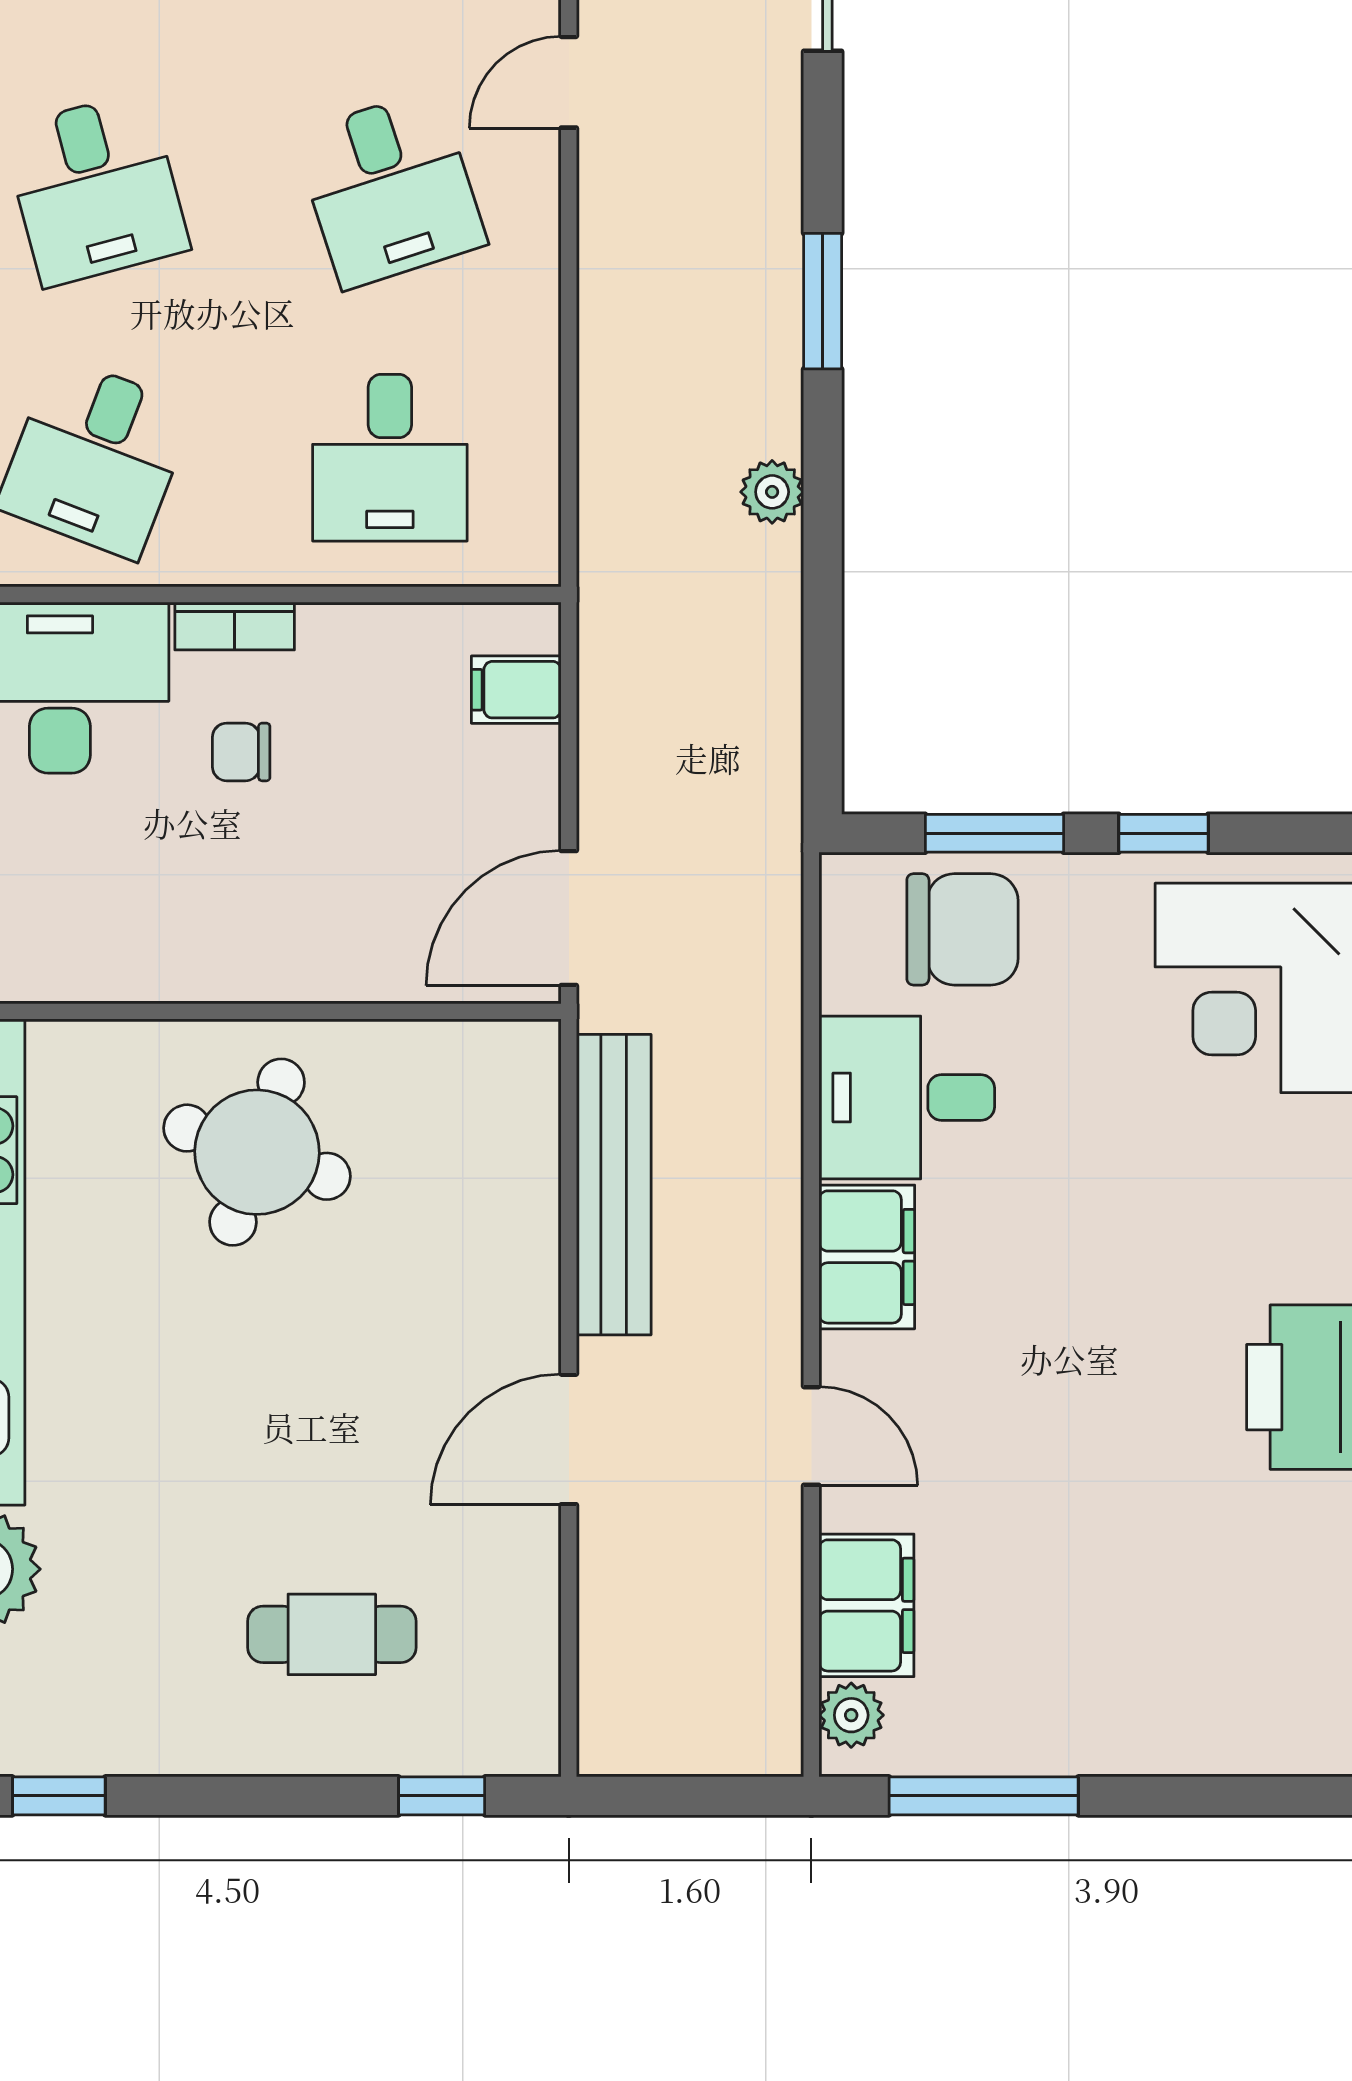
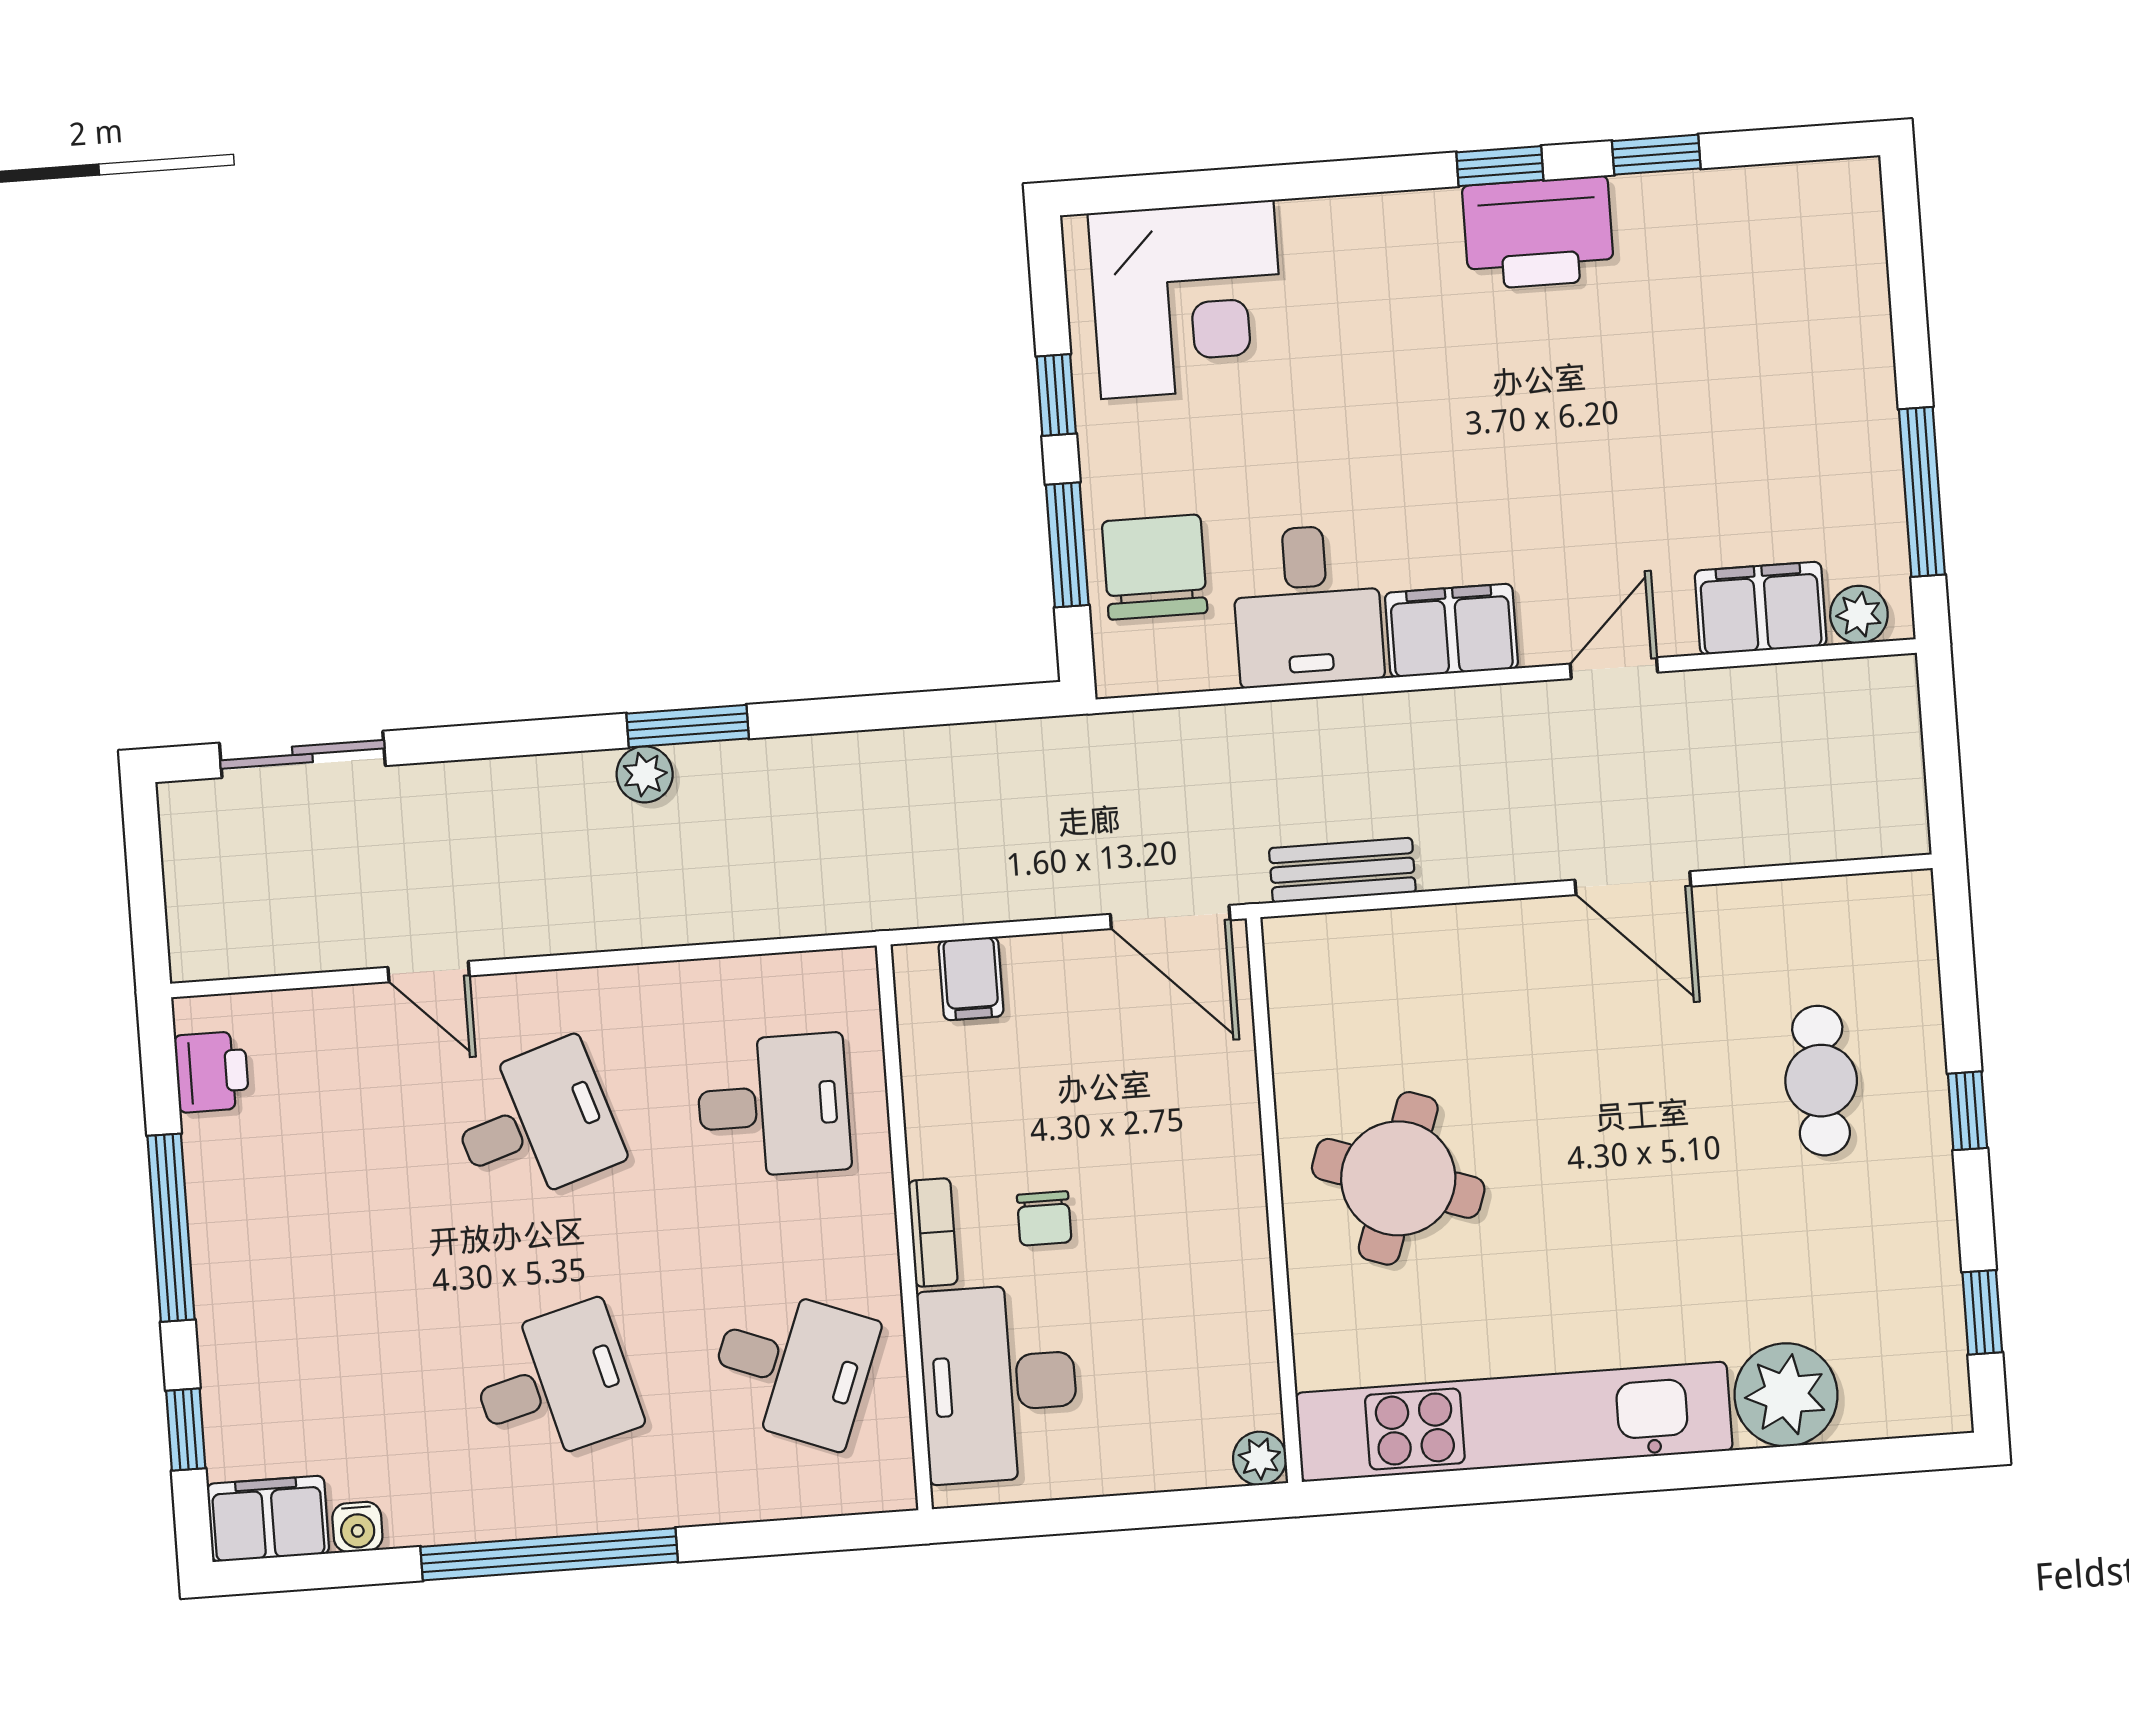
window: (823, 301) -> (688, 726), moved
plant: (772, 492) -> (645, 774), moved
bench: (614, 1185) -> (1342, 870), width x0.54, depth x0.82
window: (442, 1796) -> (1967, 1111), moved

